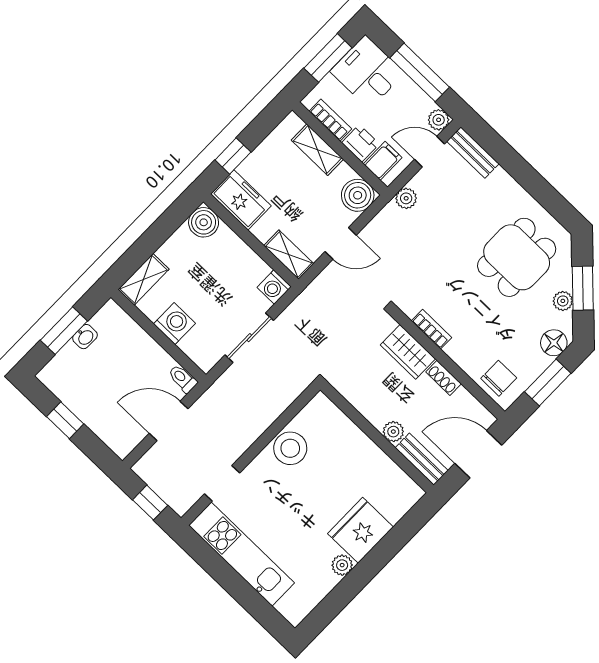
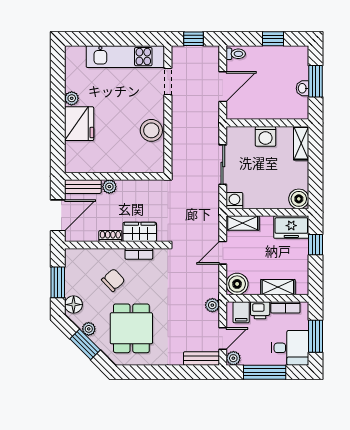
chair: (499, 378) -> (113, 280), moved, turned -133
toilet: (183, 379) -> (236, 54), moved

